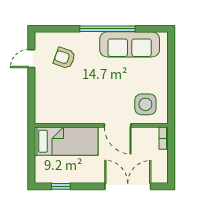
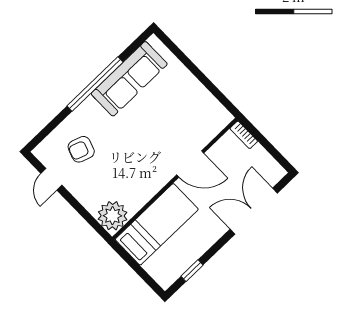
side table: (145, 104) -> (197, 120), removed
plant: (46, 112) -> (113, 216), added

